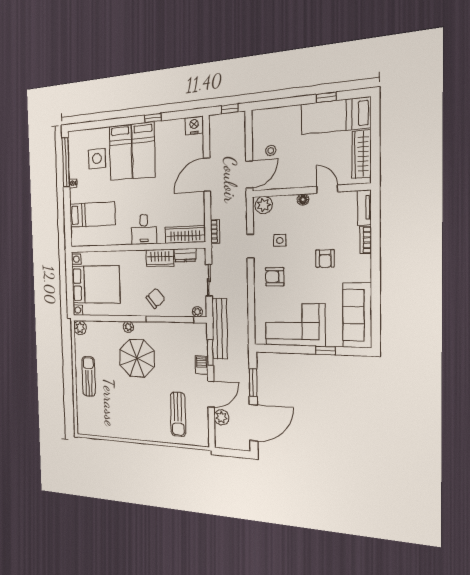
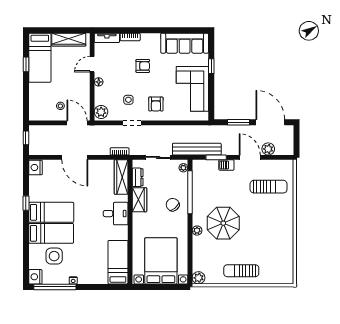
nightstand: (75, 138) -> (35, 277), added
bed: (92, 214) -> (118, 262), moved

